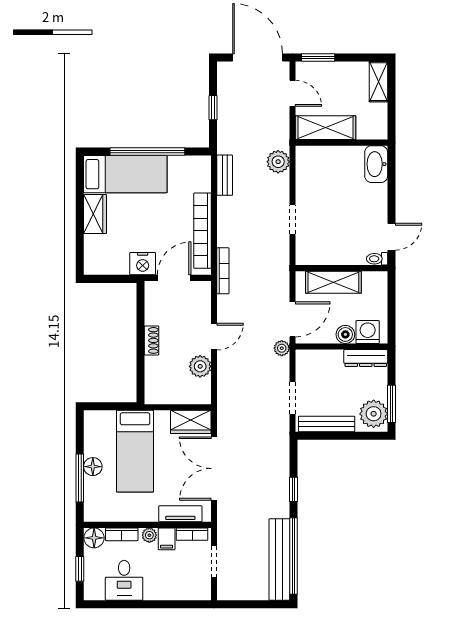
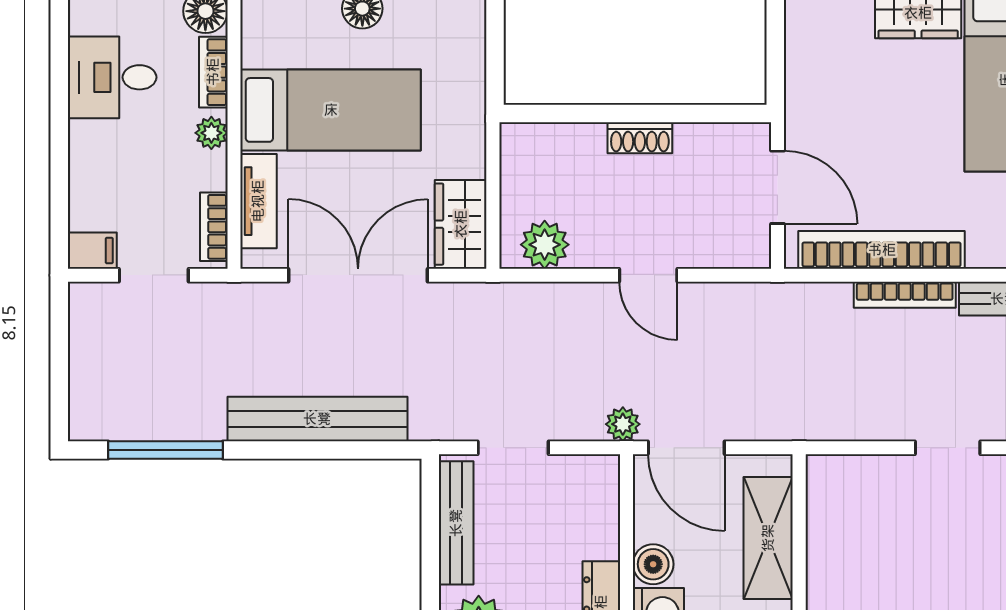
doorway: (292, 219) -> (948, 448), moved
nightstand: (143, 264) -> (809, 118), removed
bookcase: (223, 271) -> (905, 295), moved
plant: (200, 366) -> (545, 245), moved
bed: (135, 451) -> (331, 110), moved, turned 180
window: (293, 489) -> (312, 450), removed
filing cabinet: (167, 539) -> (92, 251), moved, turned 180
window: (293, 556) -> (166, 450), width x0.68
bench: (279, 559) -> (317, 419), moved

